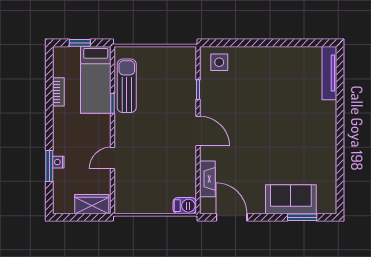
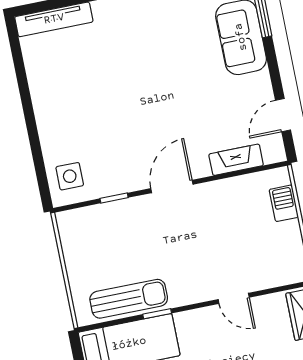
sun lounger: (127, 86) -> (129, 299), turned 180
barbecue: (185, 206) -> (284, 203), moved
door: (232, 217) -> (283, 115), width x0.73

